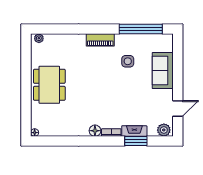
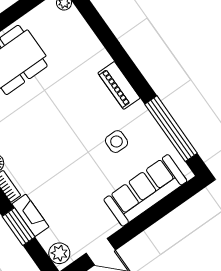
sofa: (163, 71) -> (145, 190), width x1.36

